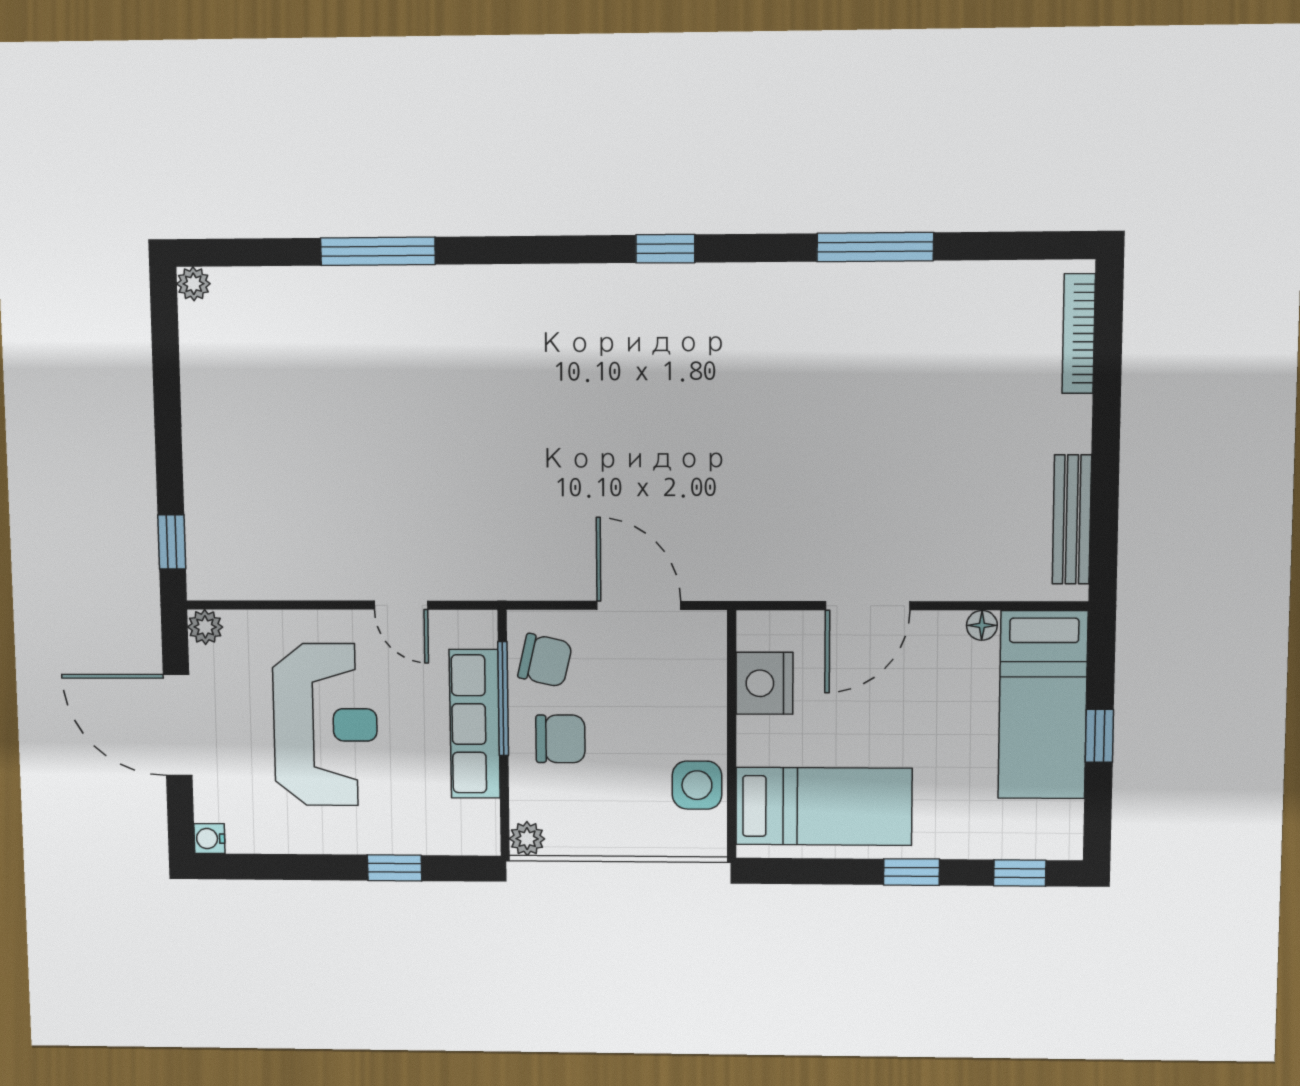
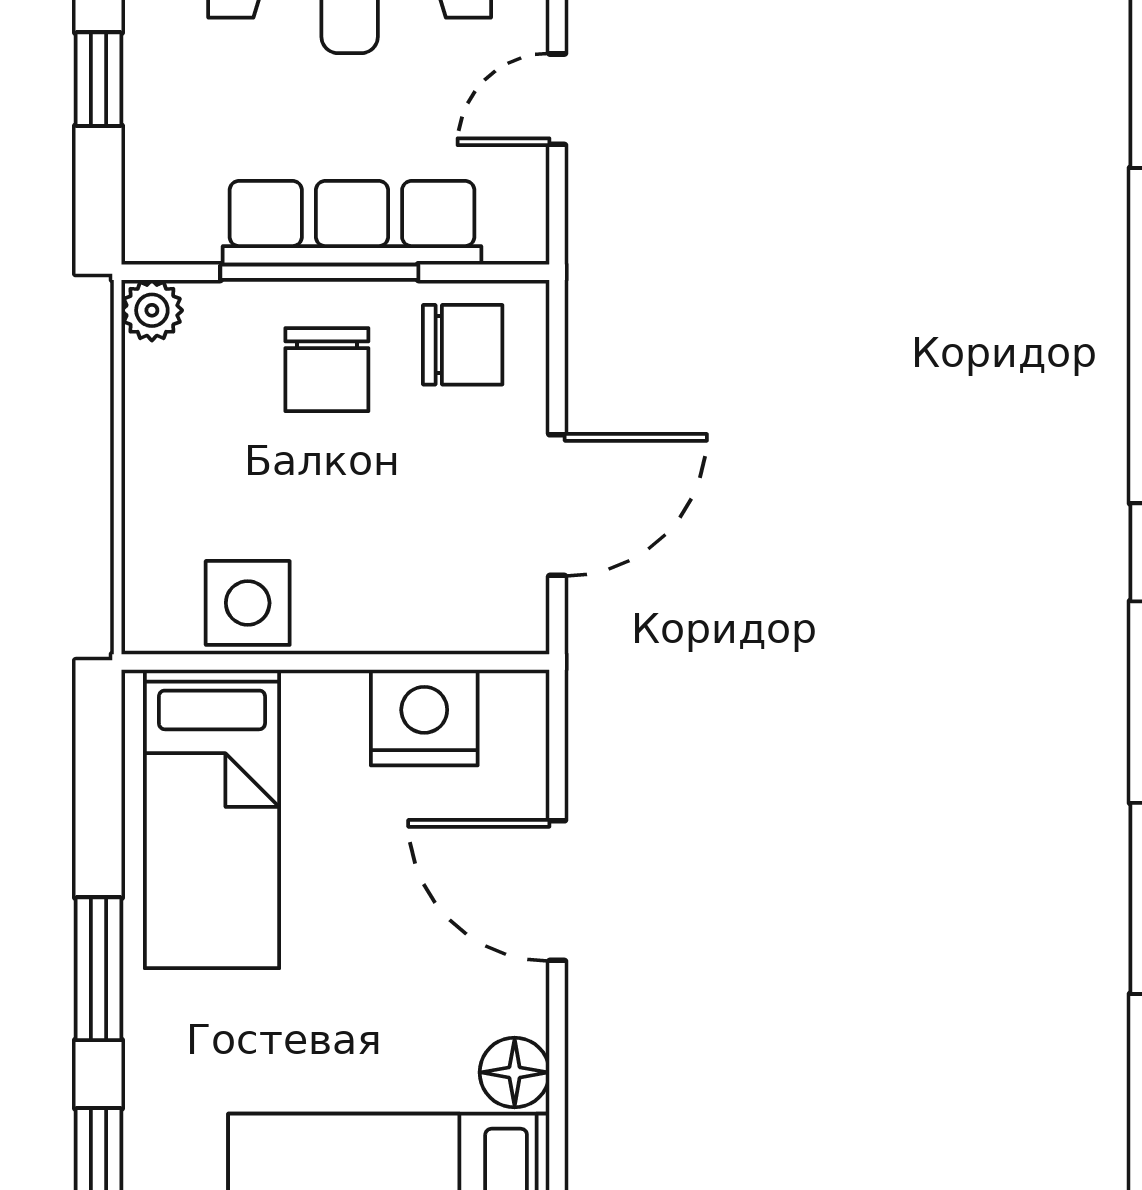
floor lamp: (982, 625) -> (515, 1072), width x1.37, depth x1.37
chair: (545, 660) -> (463, 345), turned -103
window: (503, 699) -> (319, 272), moved
window: (911, 872) -> (99, 969), width x1.50

